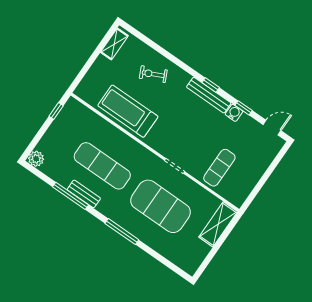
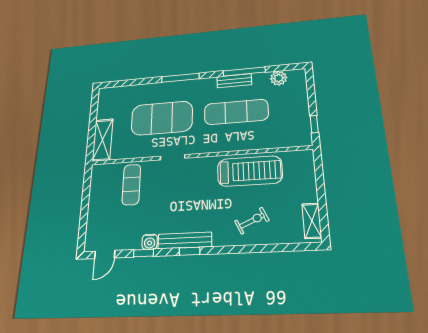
plant: (36, 159) -> (279, 78), moved

